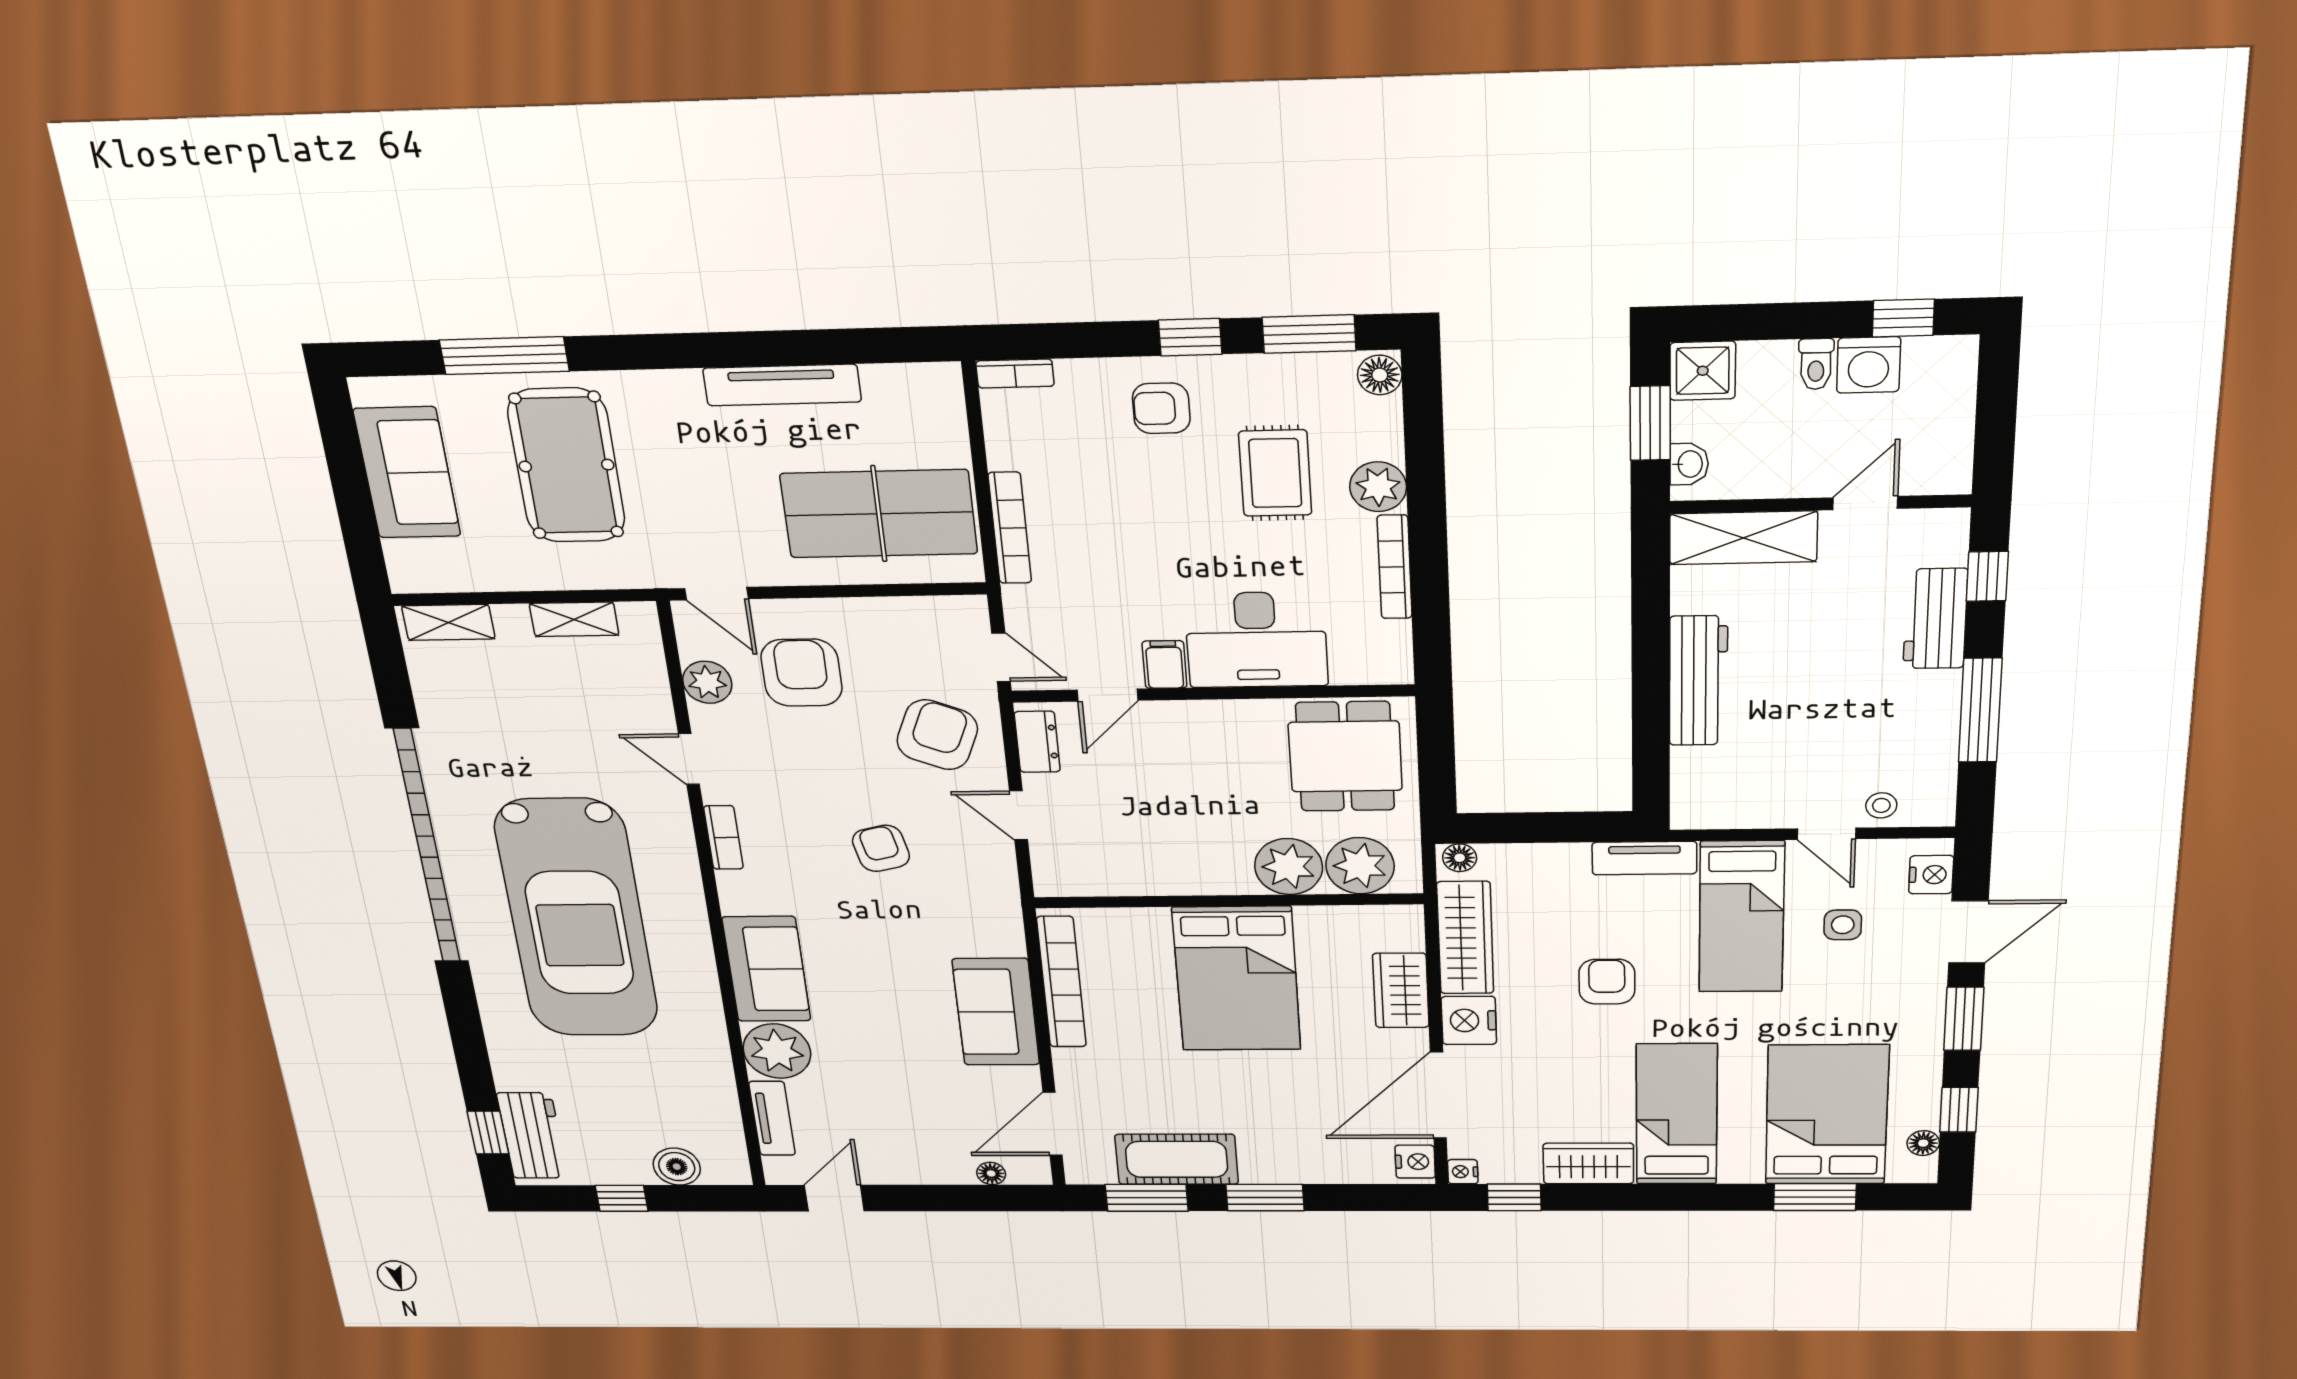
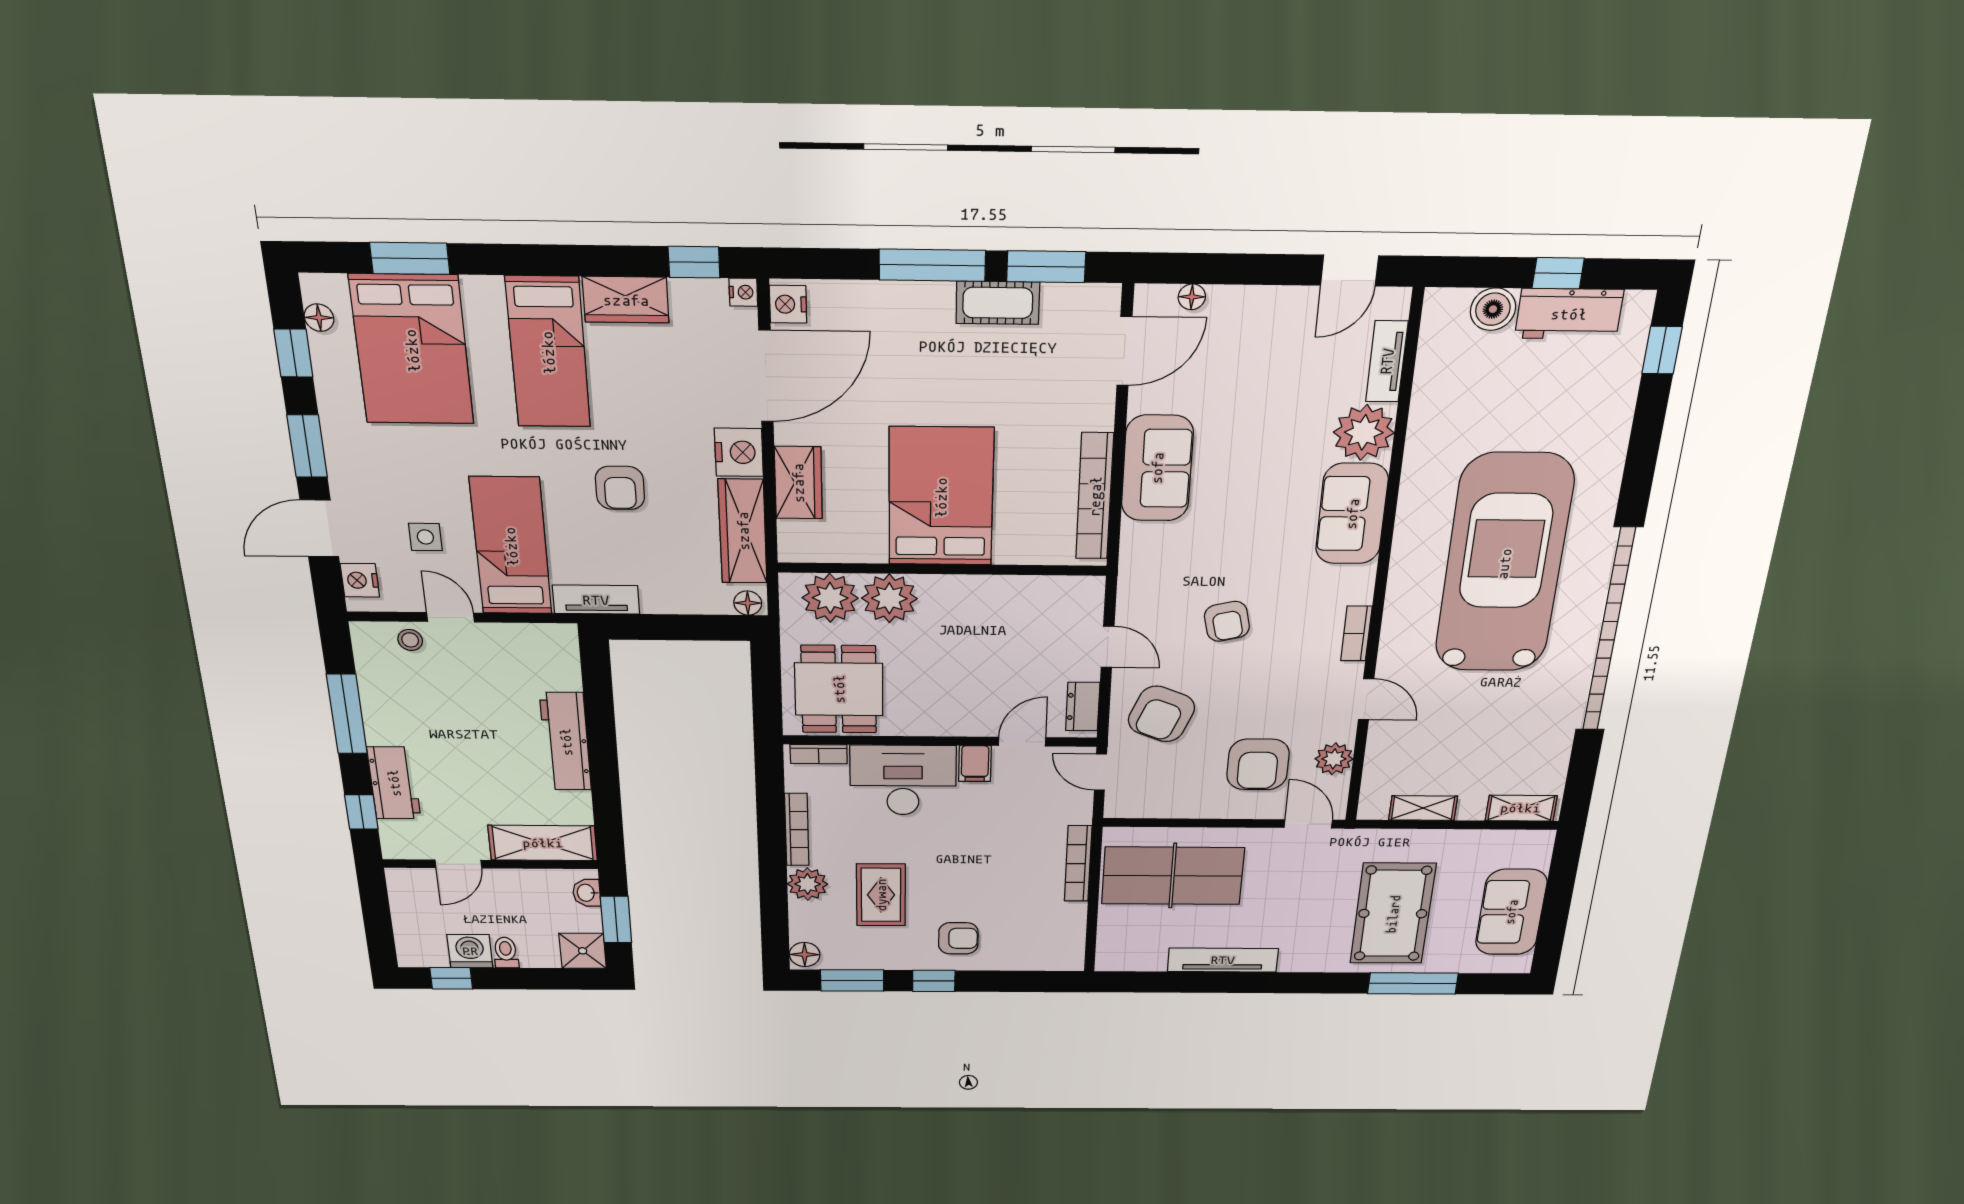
bookcase: (1015, 374) -> (819, 754), moved, turned 180
workbench: (532, 1136) -> (1569, 314), moved, turned -90
cot: (1177, 1159) -> (998, 303), width x0.73, depth x0.75
window: (1265, 1198) -> (932, 265), width x1.44

